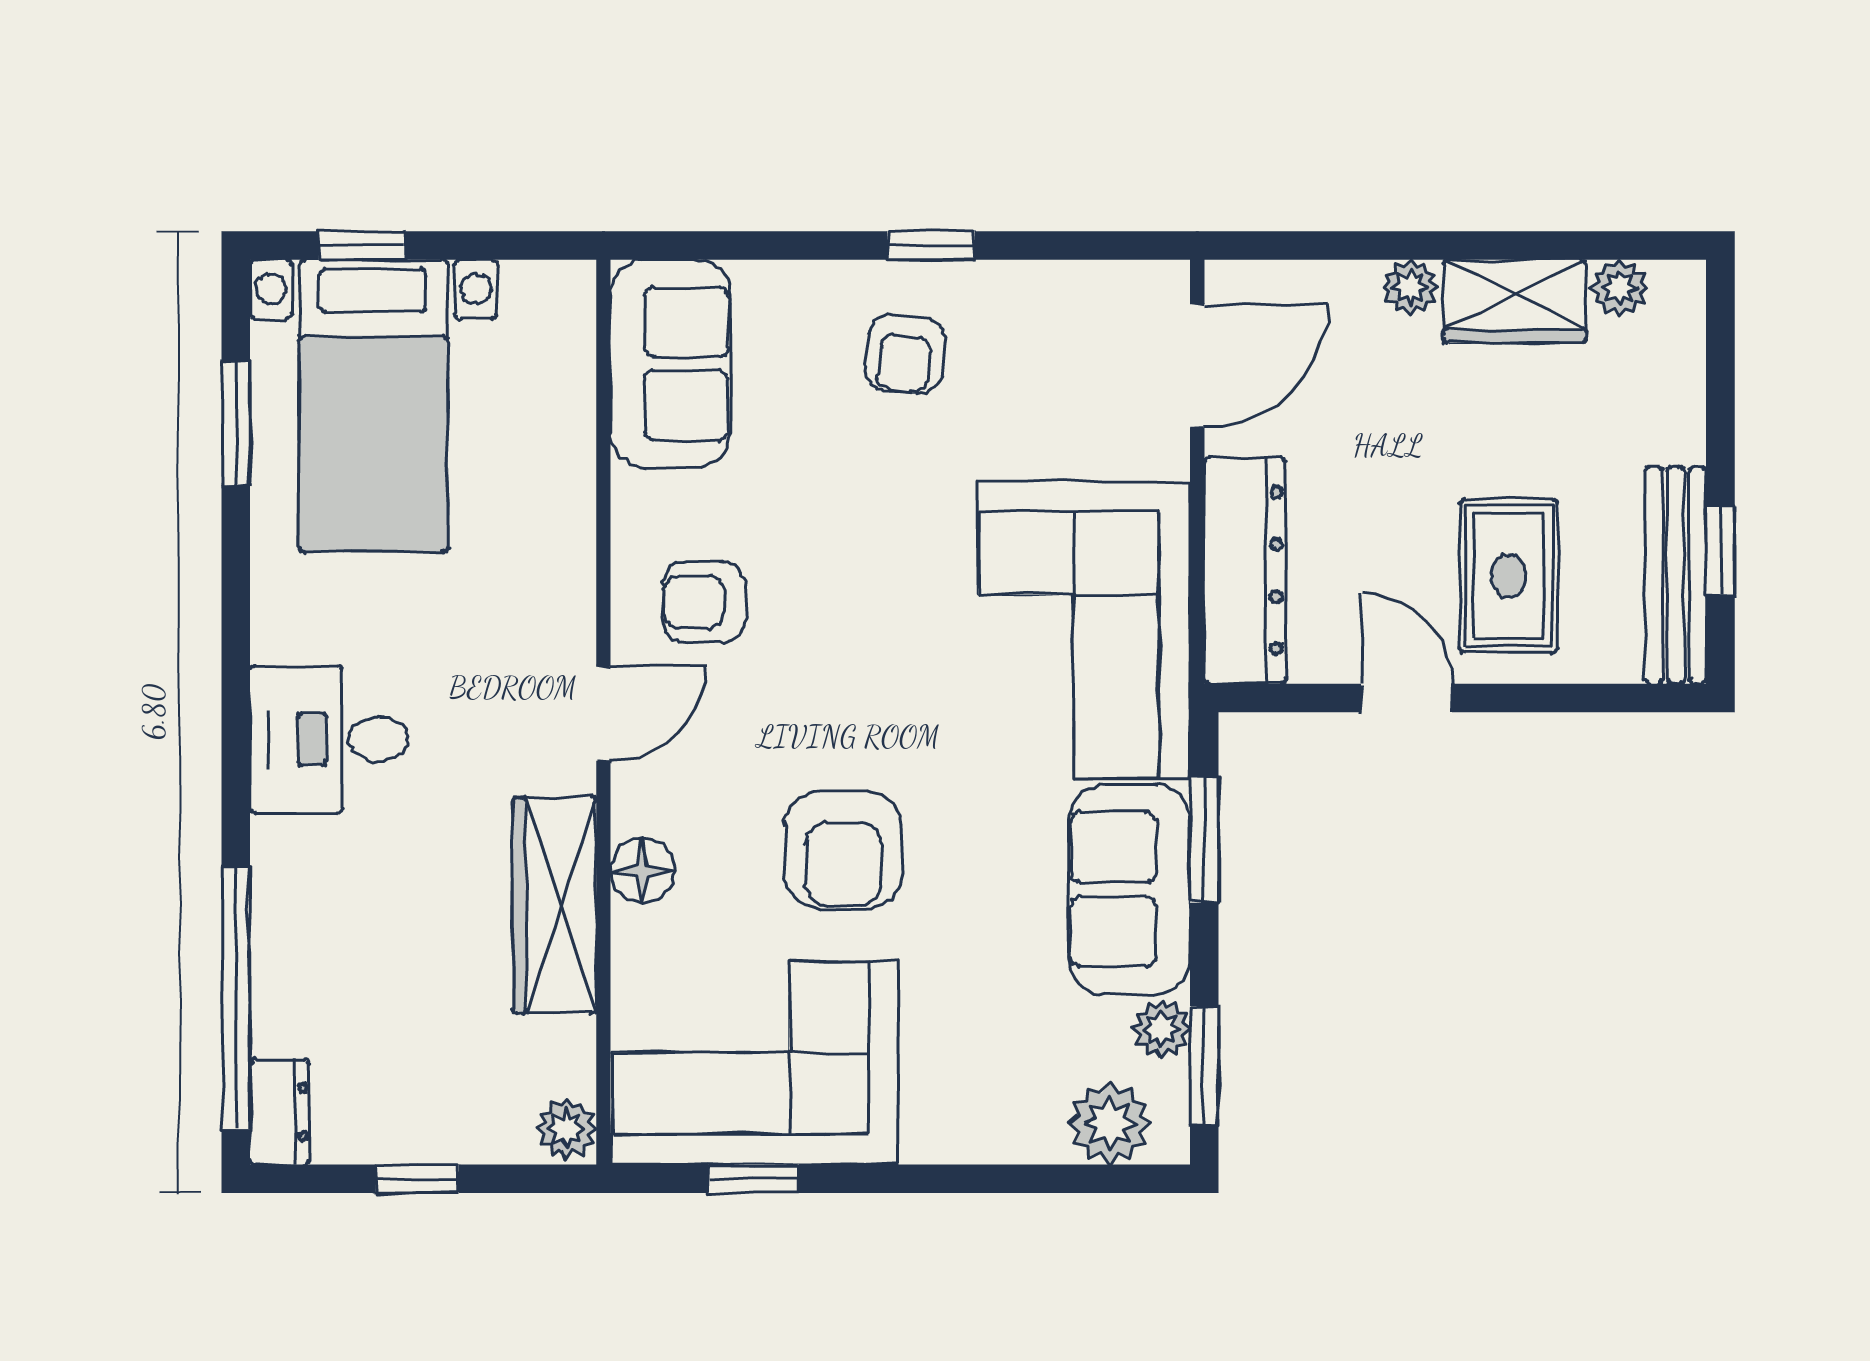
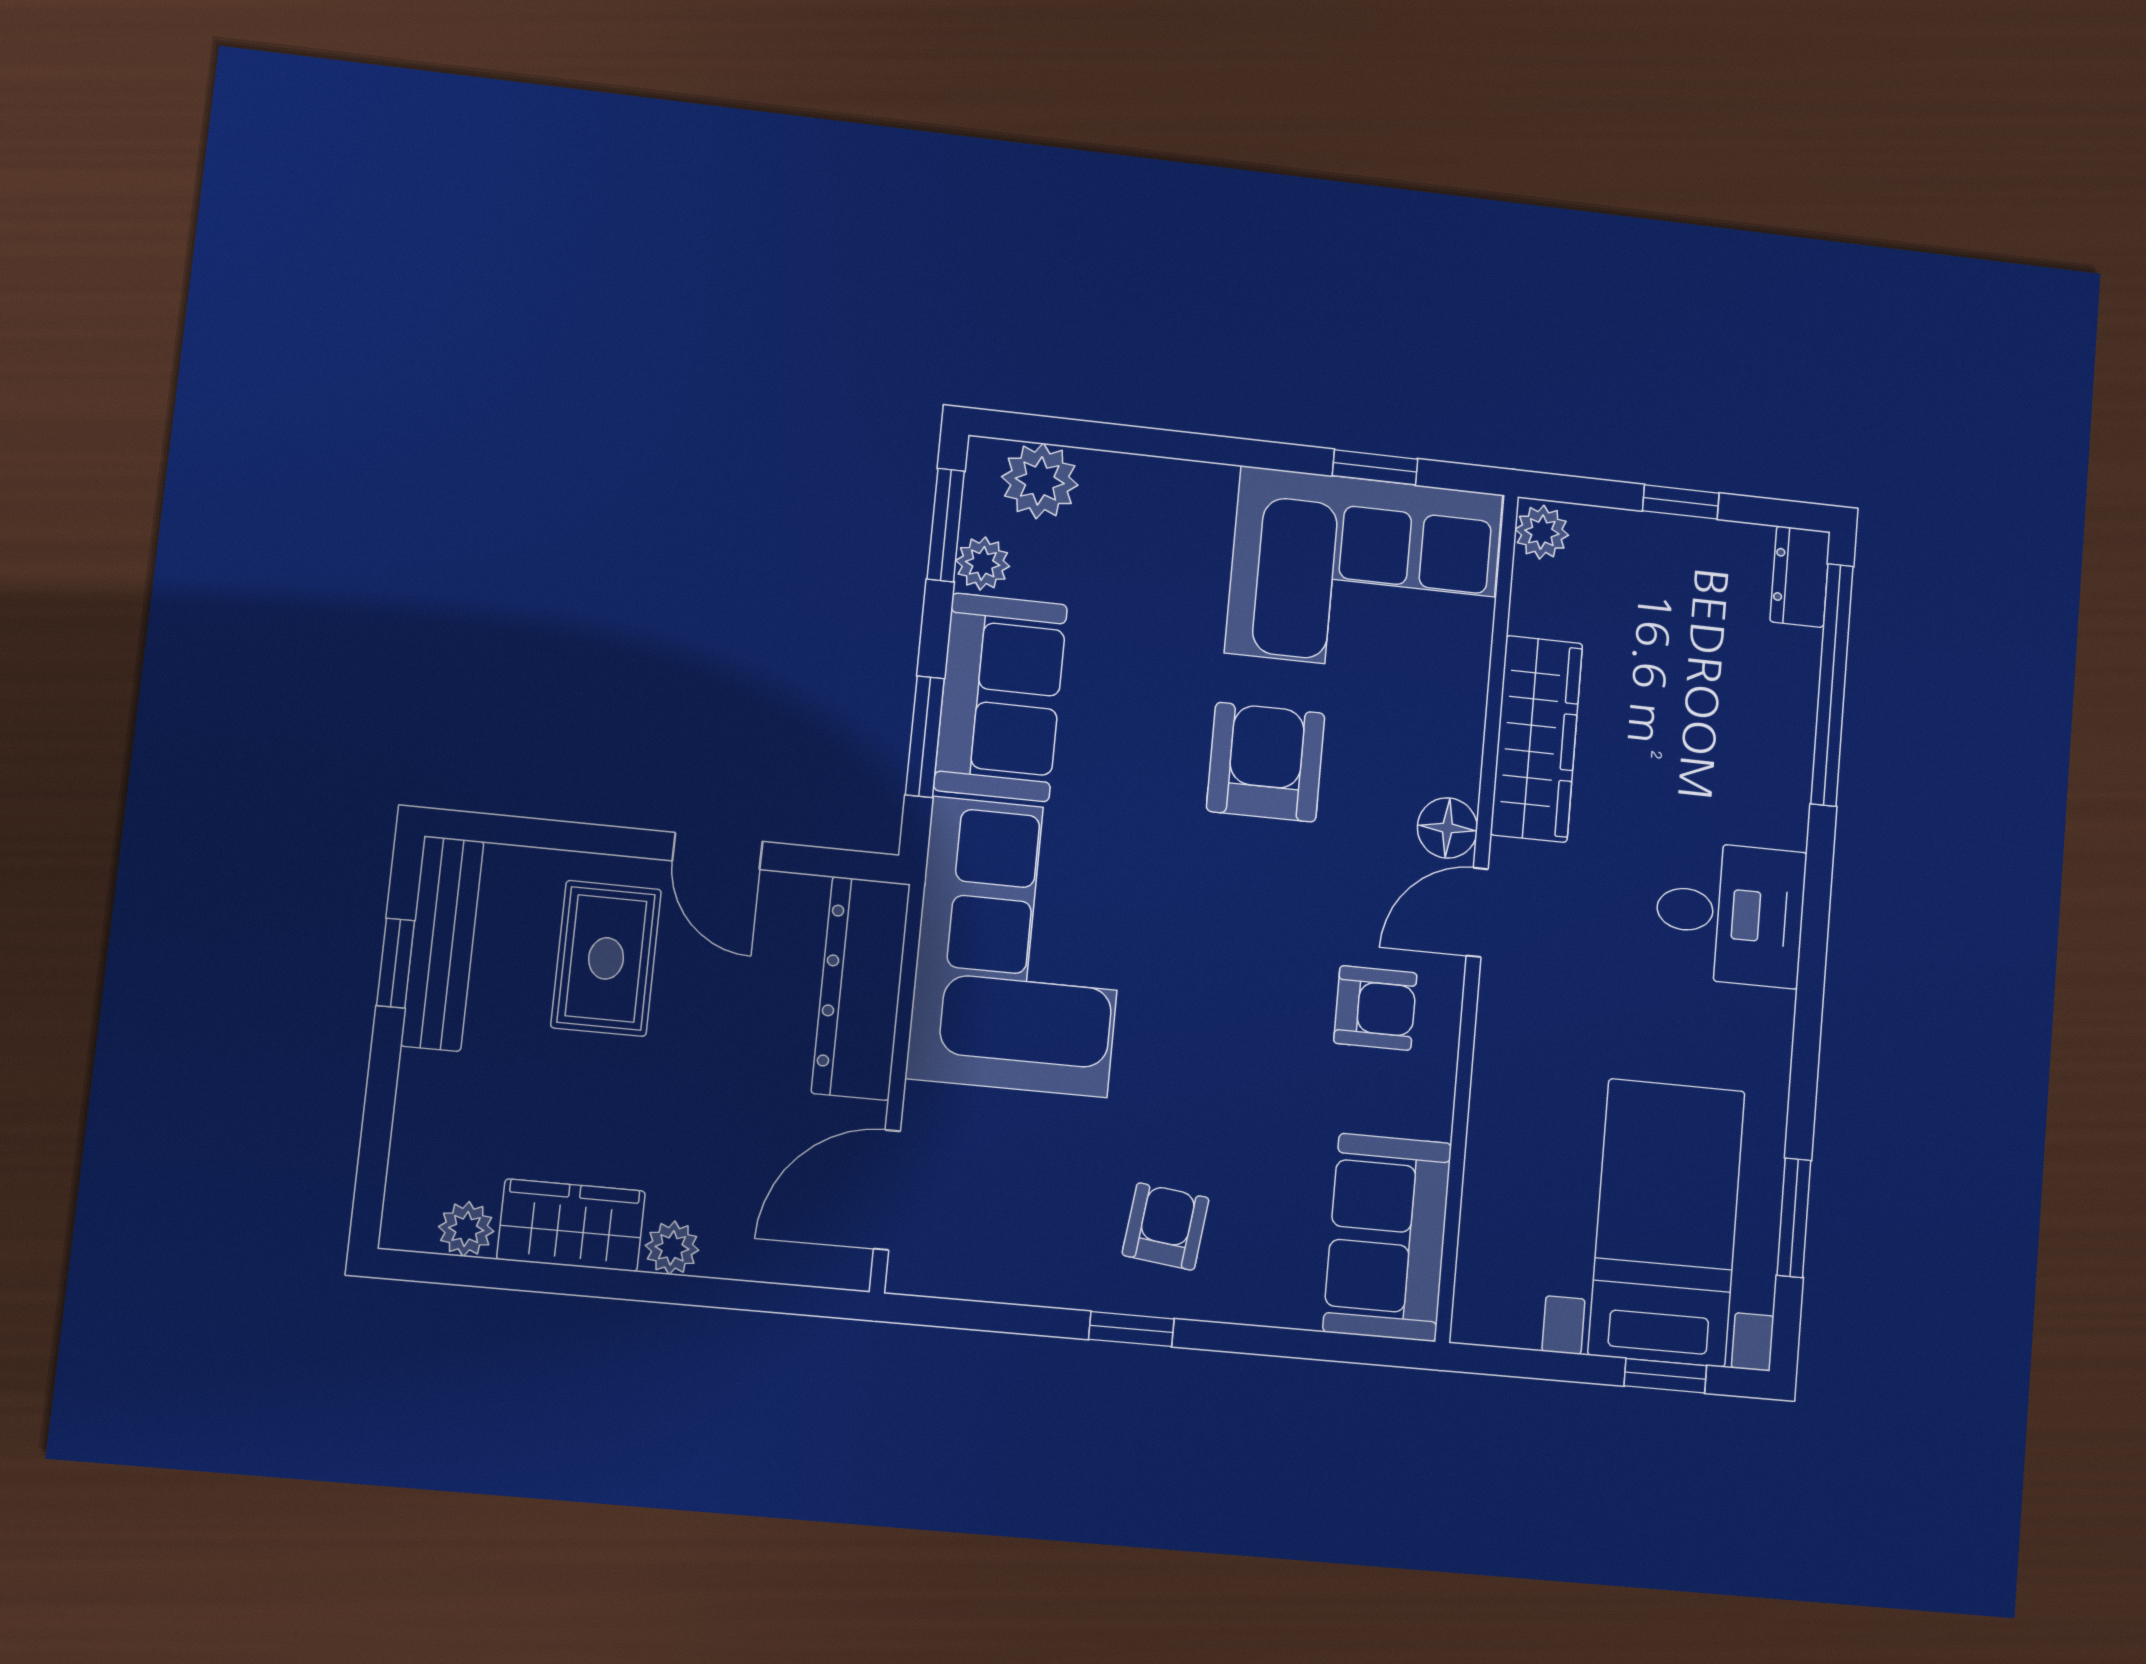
floor lamp: (643, 870) -> (1447, 828), moved

